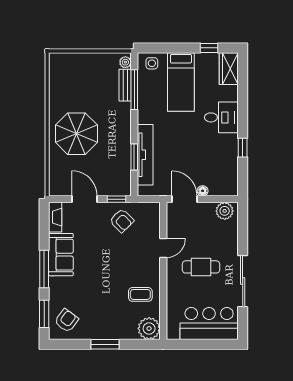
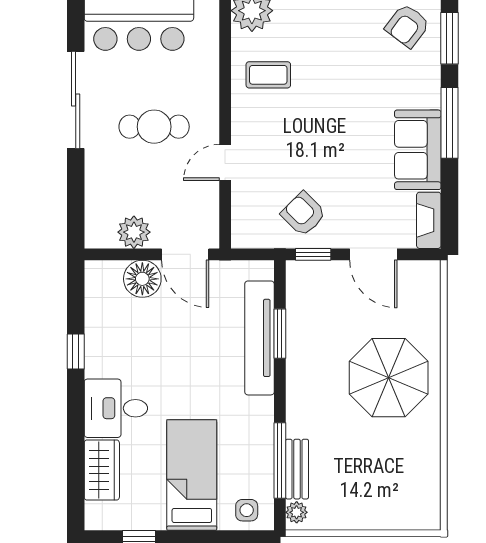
wardrobe: (229, 69) -> (102, 470), moved
floor lamp: (203, 191) -> (142, 279), width x1.89, depth x1.89
plant: (225, 211) -> (134, 232), moved

